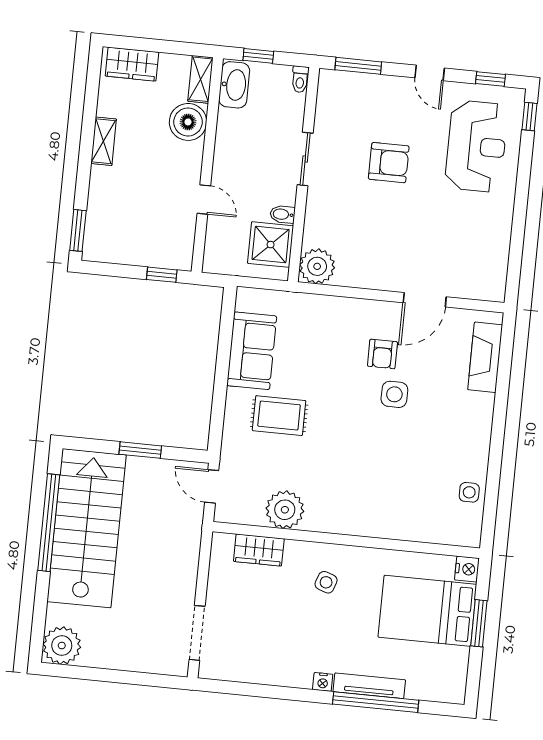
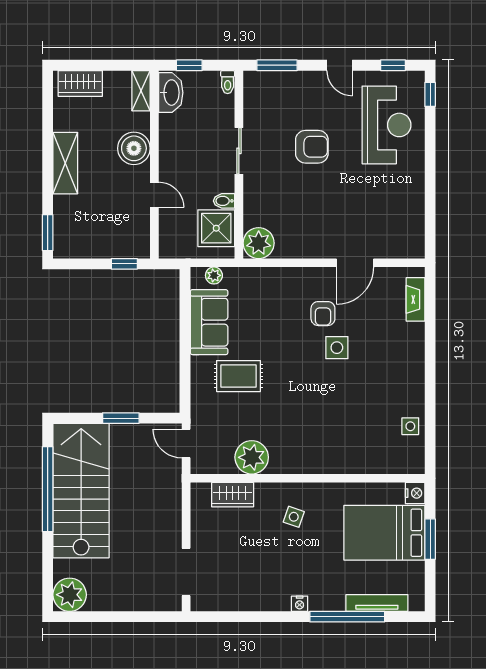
boiler: (188, 122) -> (134, 148), moved
shelving: (104, 141) -> (65, 163), width x1.50, depth x1.33
plant: (262, 298) -> (214, 275), added
fireplace: (485, 357) -> (415, 299), width x0.73, depth x0.76
tv unit: (369, 686) -> (377, 603), moved

